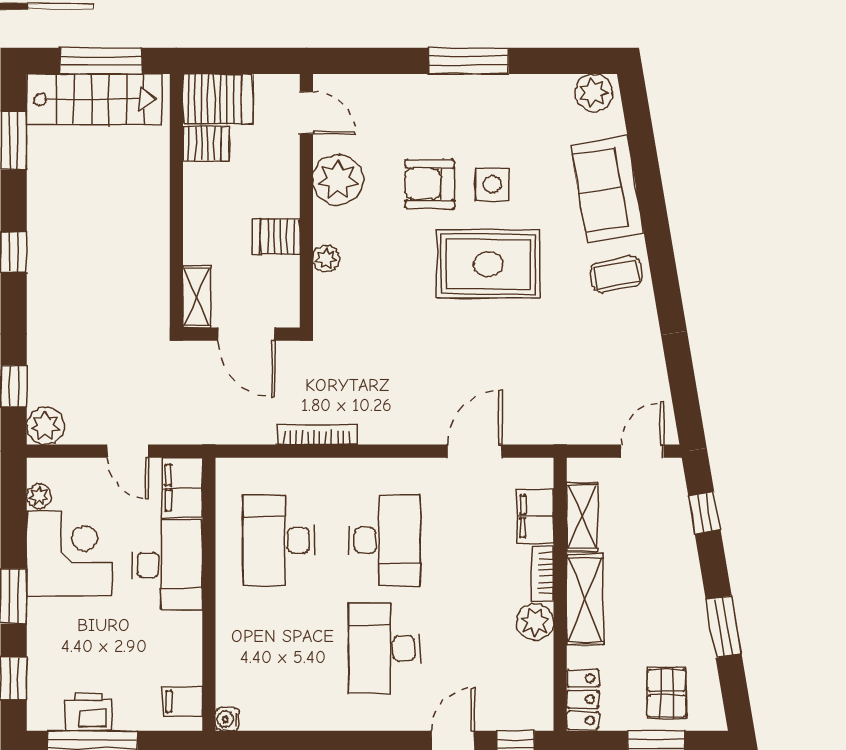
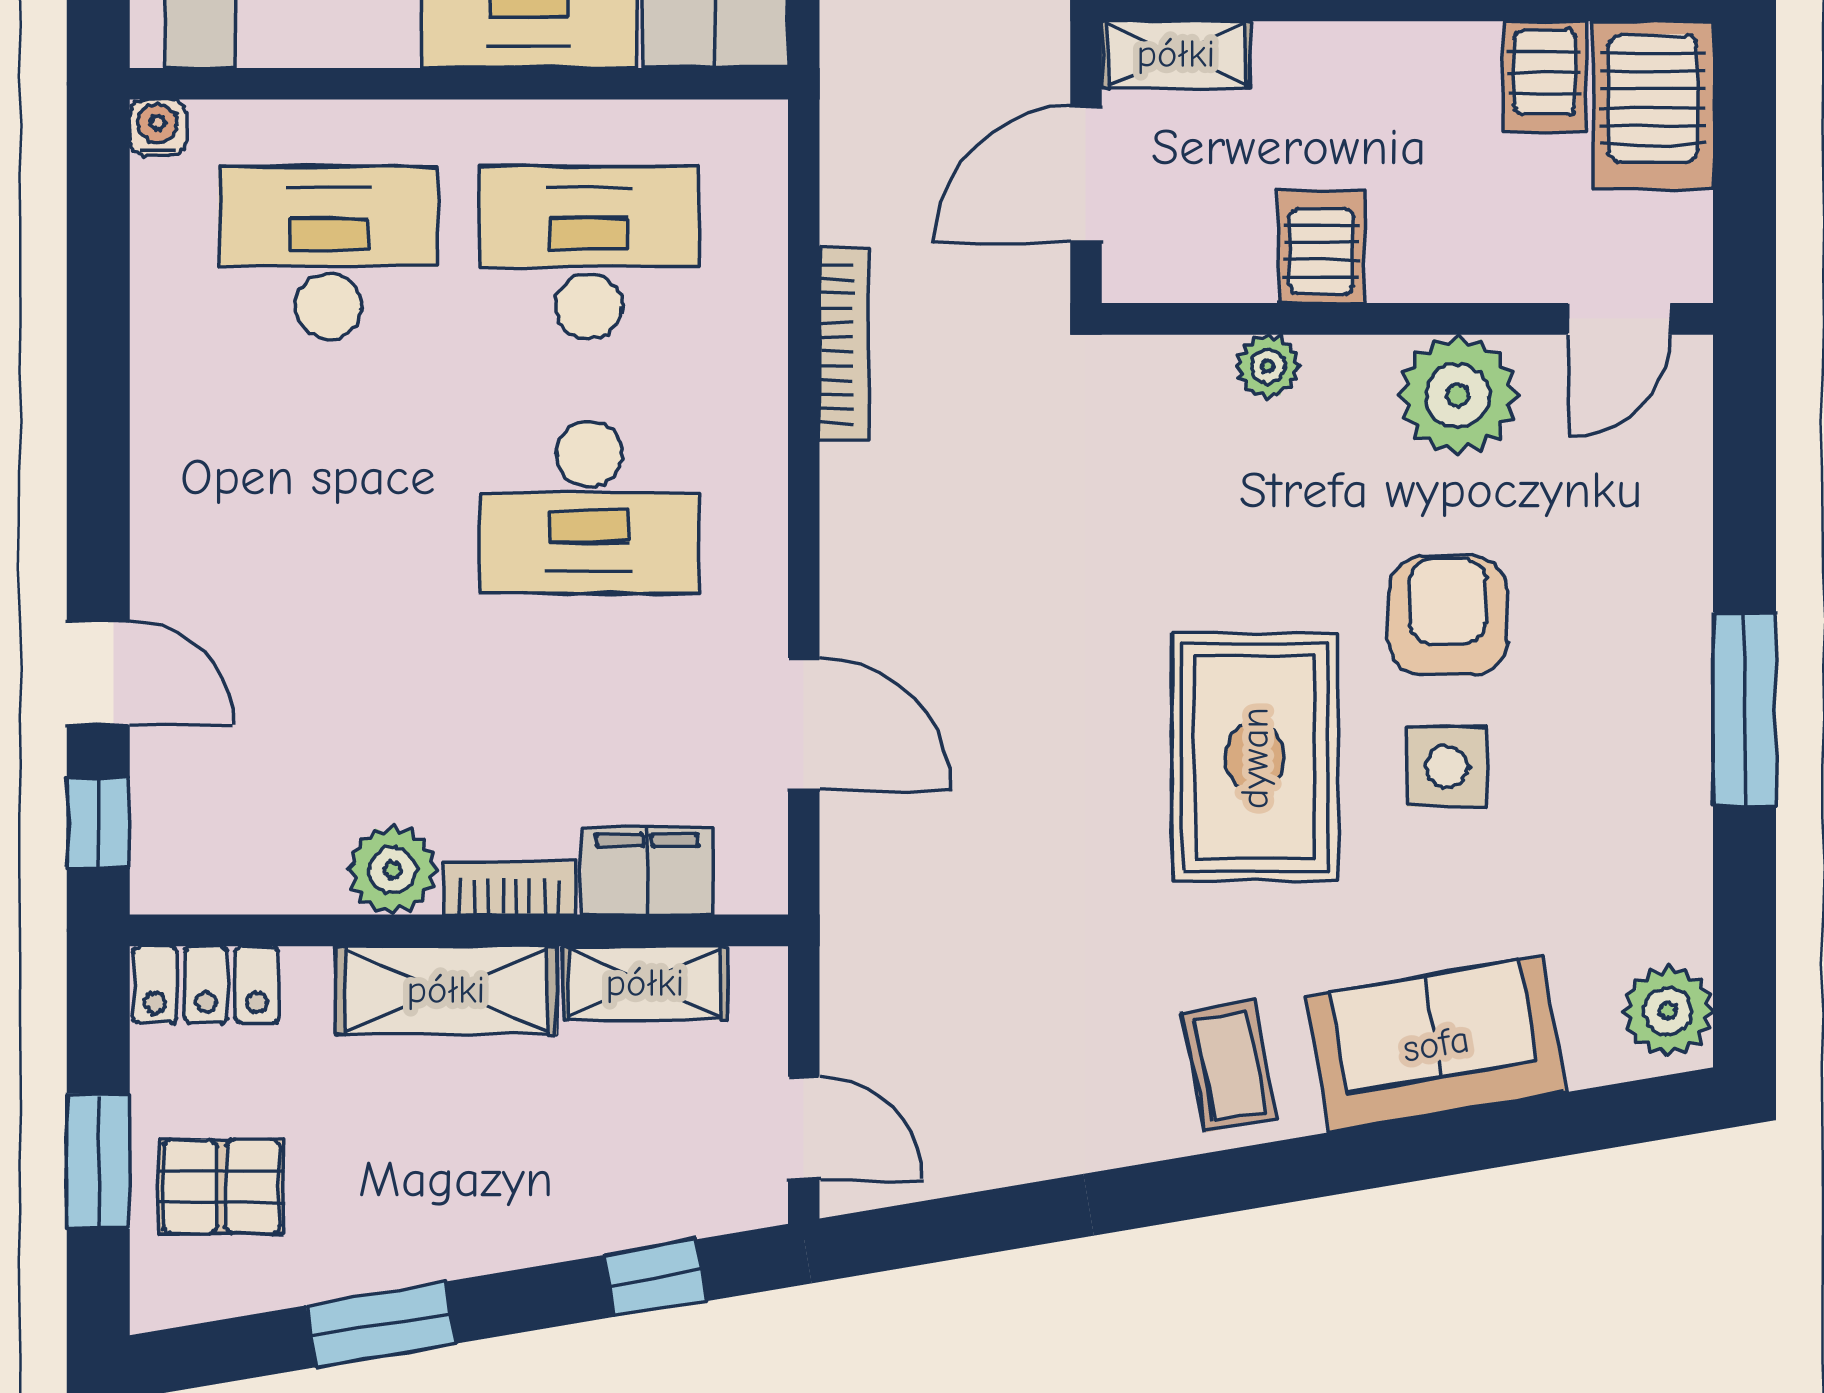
desk: (385, 648) -> (328, 253), moved

